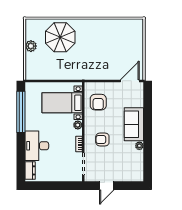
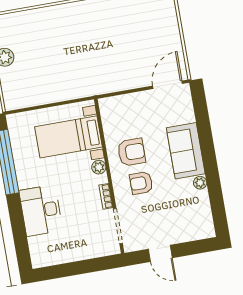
parasol: (60, 37) -> (48, 36), removed
armchair: (98, 102) -> (131, 152), moved, turned -90
dresser: (30, 170) -> (37, 251), removed
door: (107, 186) -> (160, 253), hinge flipped

